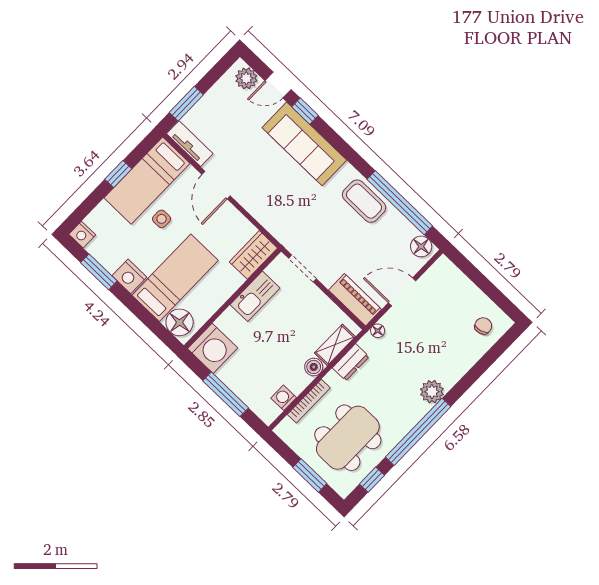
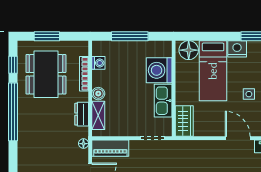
washing machine: (213, 348) -> (159, 70), moved
plant: (432, 392) -> (26, 139), removed

